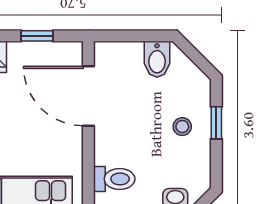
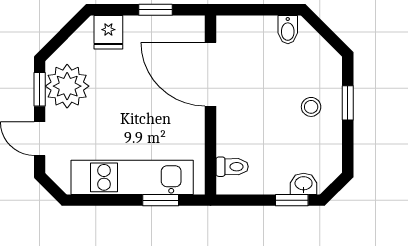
bidet: (157, 59) -> (288, 30), width x0.72, depth x0.74
toilet: (114, 179) -> (232, 167), width x0.73, depth x0.72

